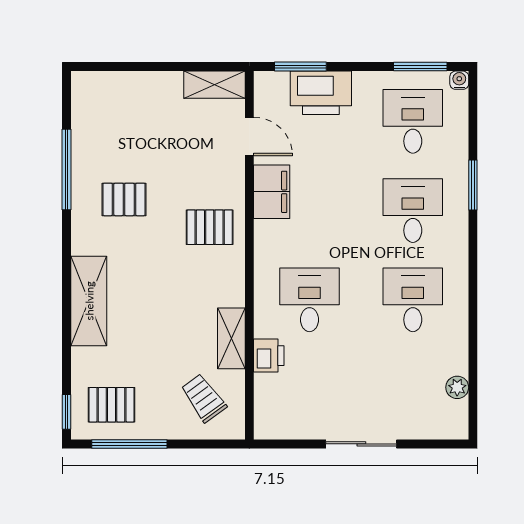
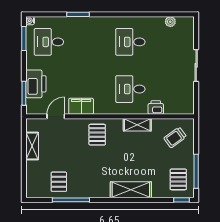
shelving: (214, 85) -> (32, 146), moved
pallet: (124, 199) -> (59, 182), moved
desk: (413, 211) -> (90, 42), removed
shelving: (231, 338) -> (137, 125), moved

